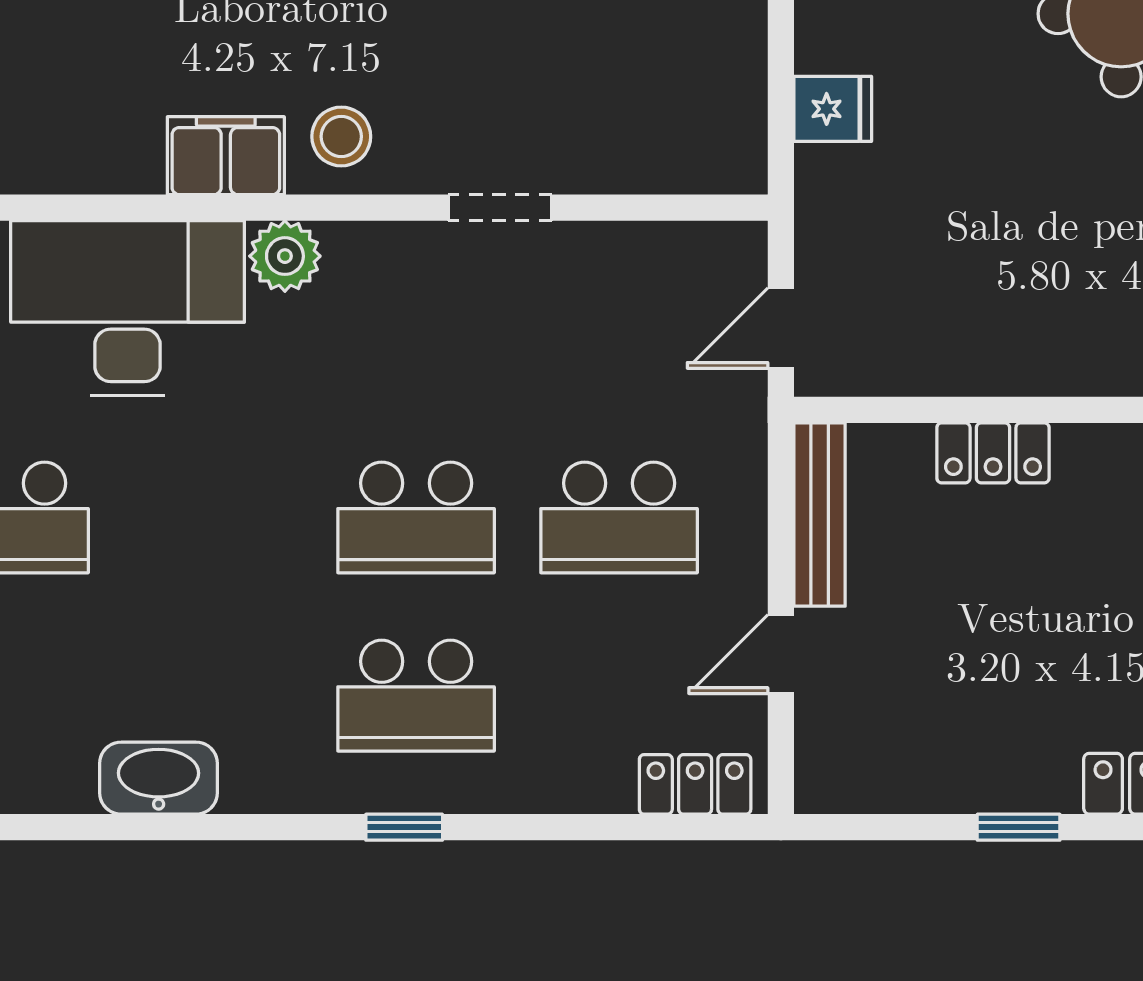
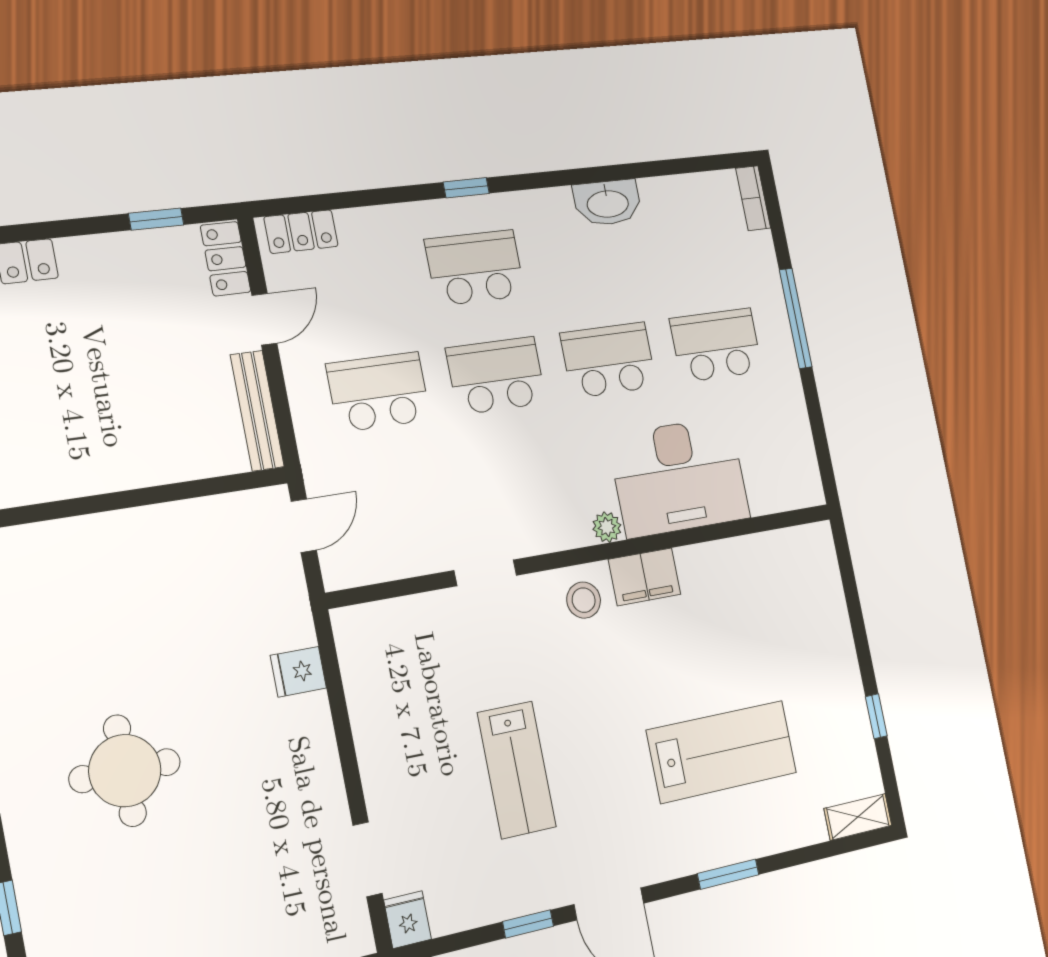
plant: (285, 256) -> (607, 527), width x0.73, depth x0.73
locker: (993, 453) -> (226, 259), moved, turned -90
school desk: (213, 517) -> (609, 360), added
window: (1019, 827) -> (156, 219), moved

